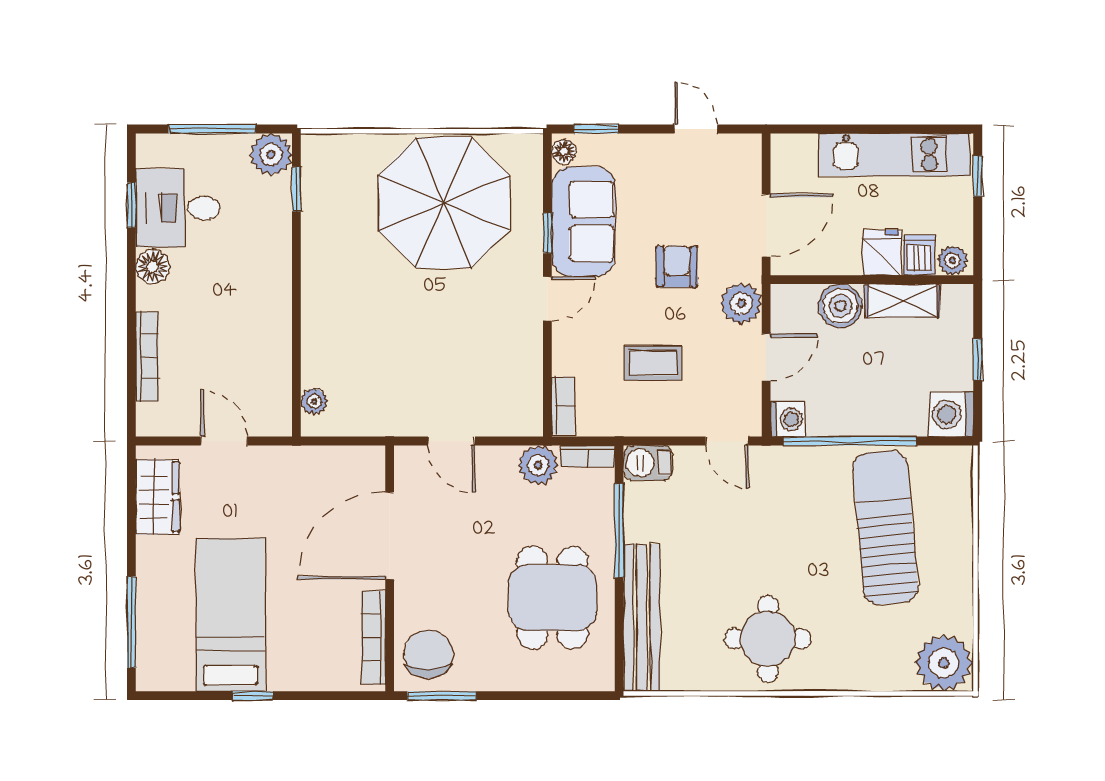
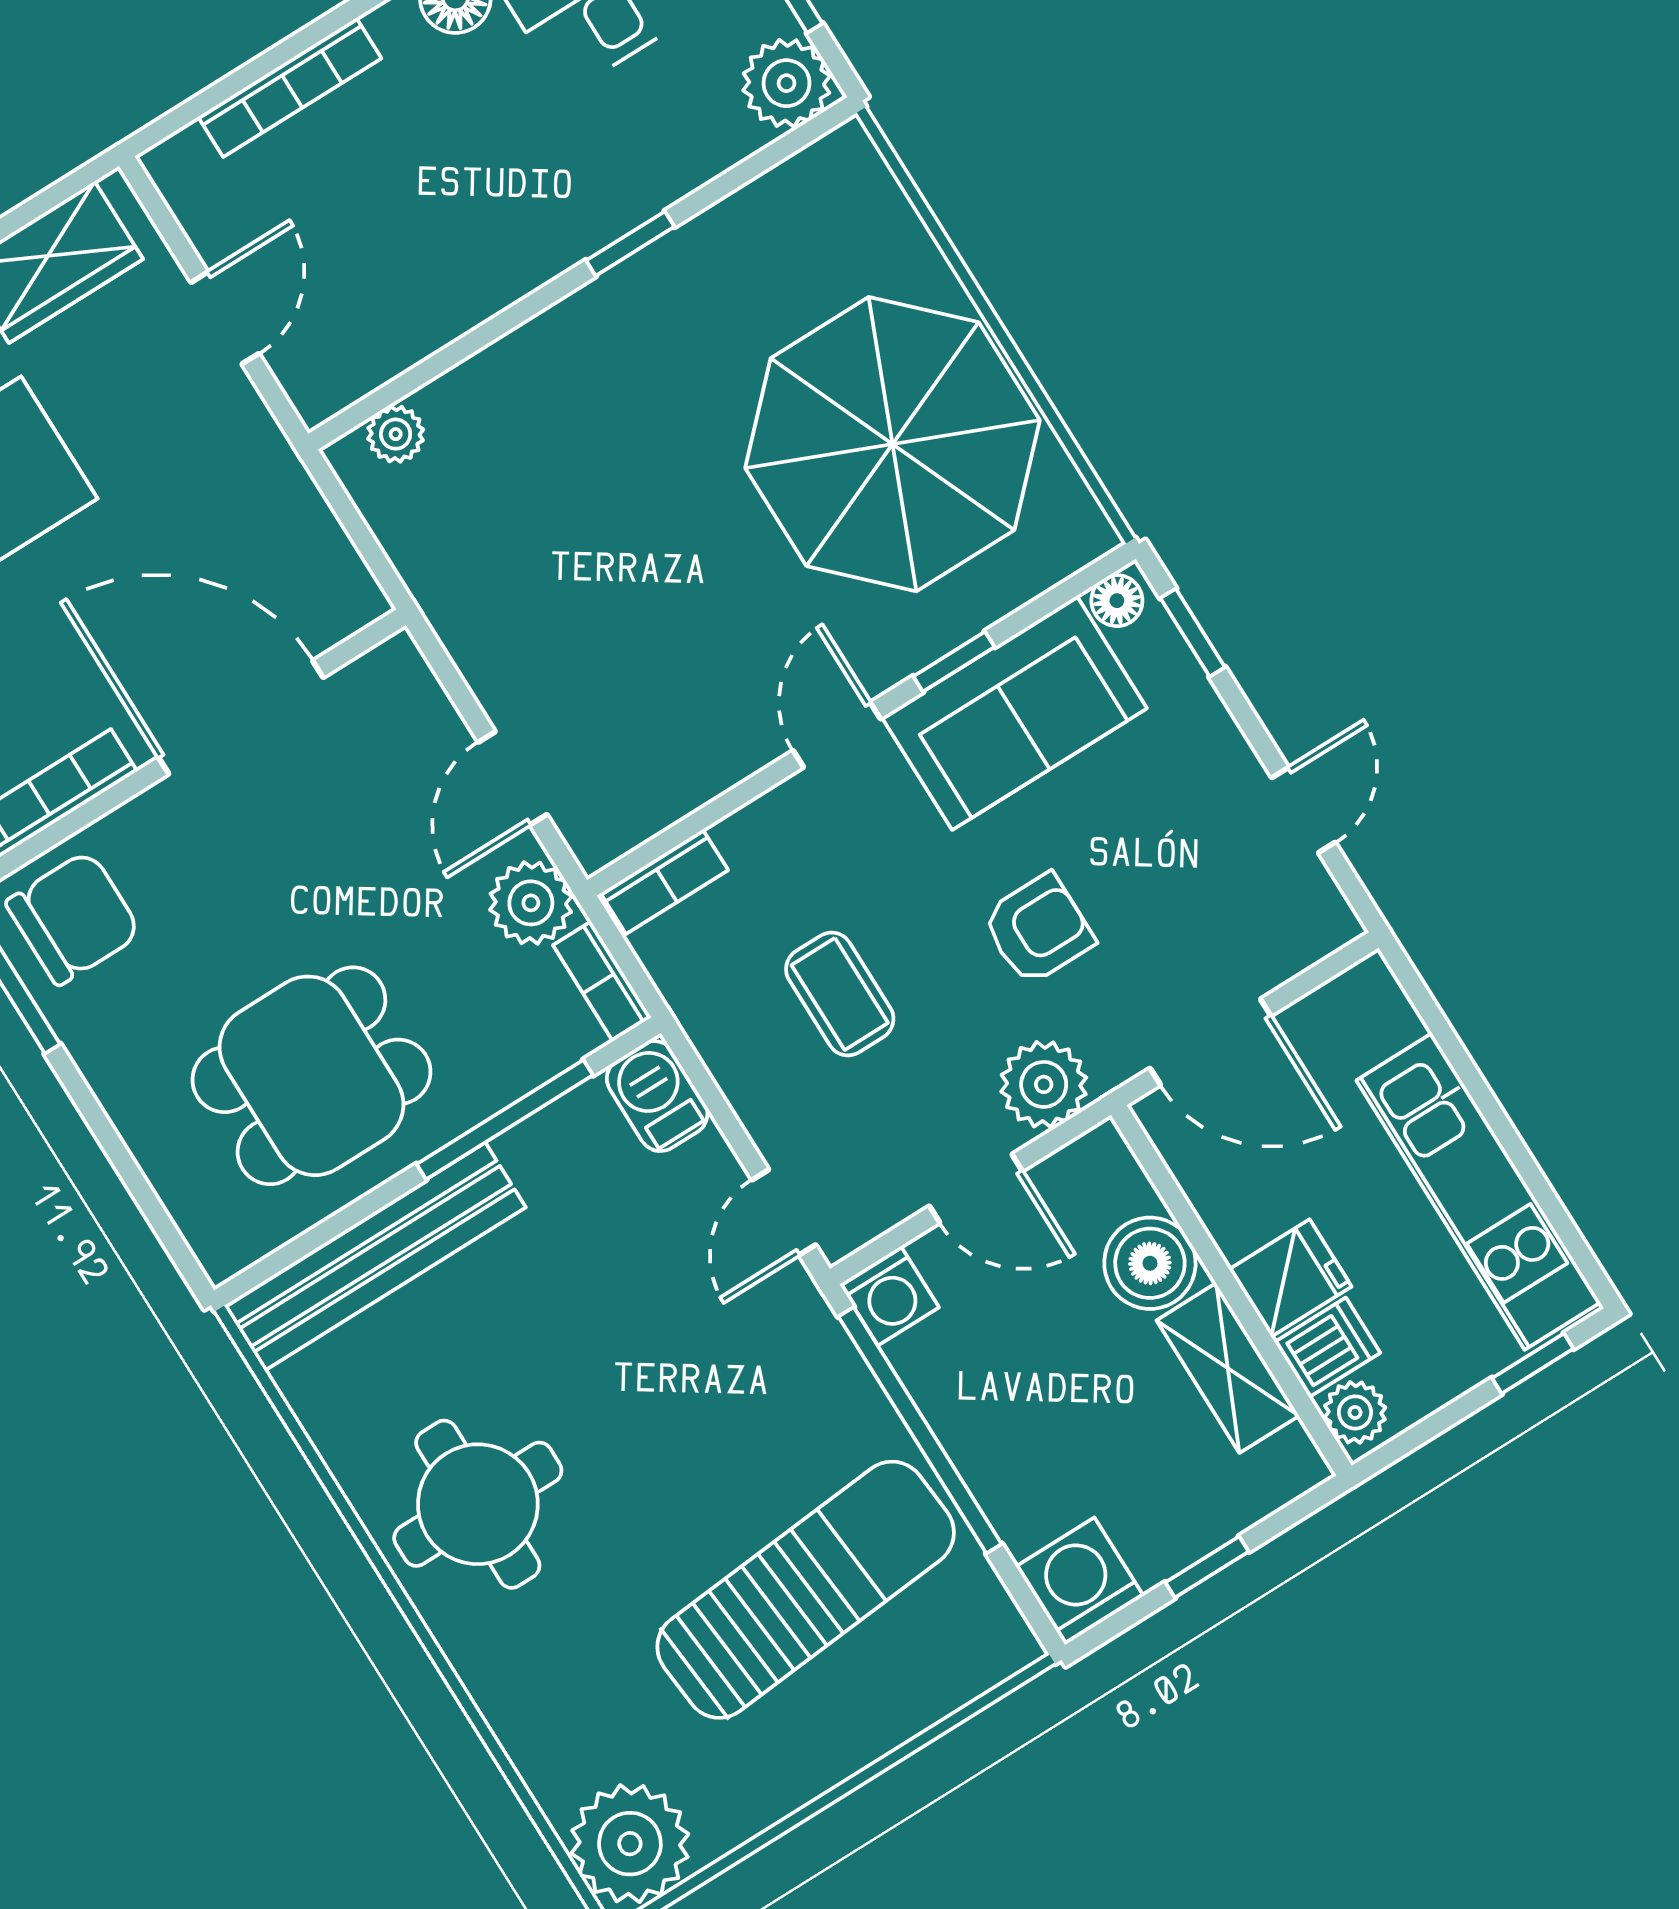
window: (296, 189) -> (630, 244), moved
door: (547, 299) -> (837, 735), swing flipped
door: (451, 441) -> (513, 778), moved

